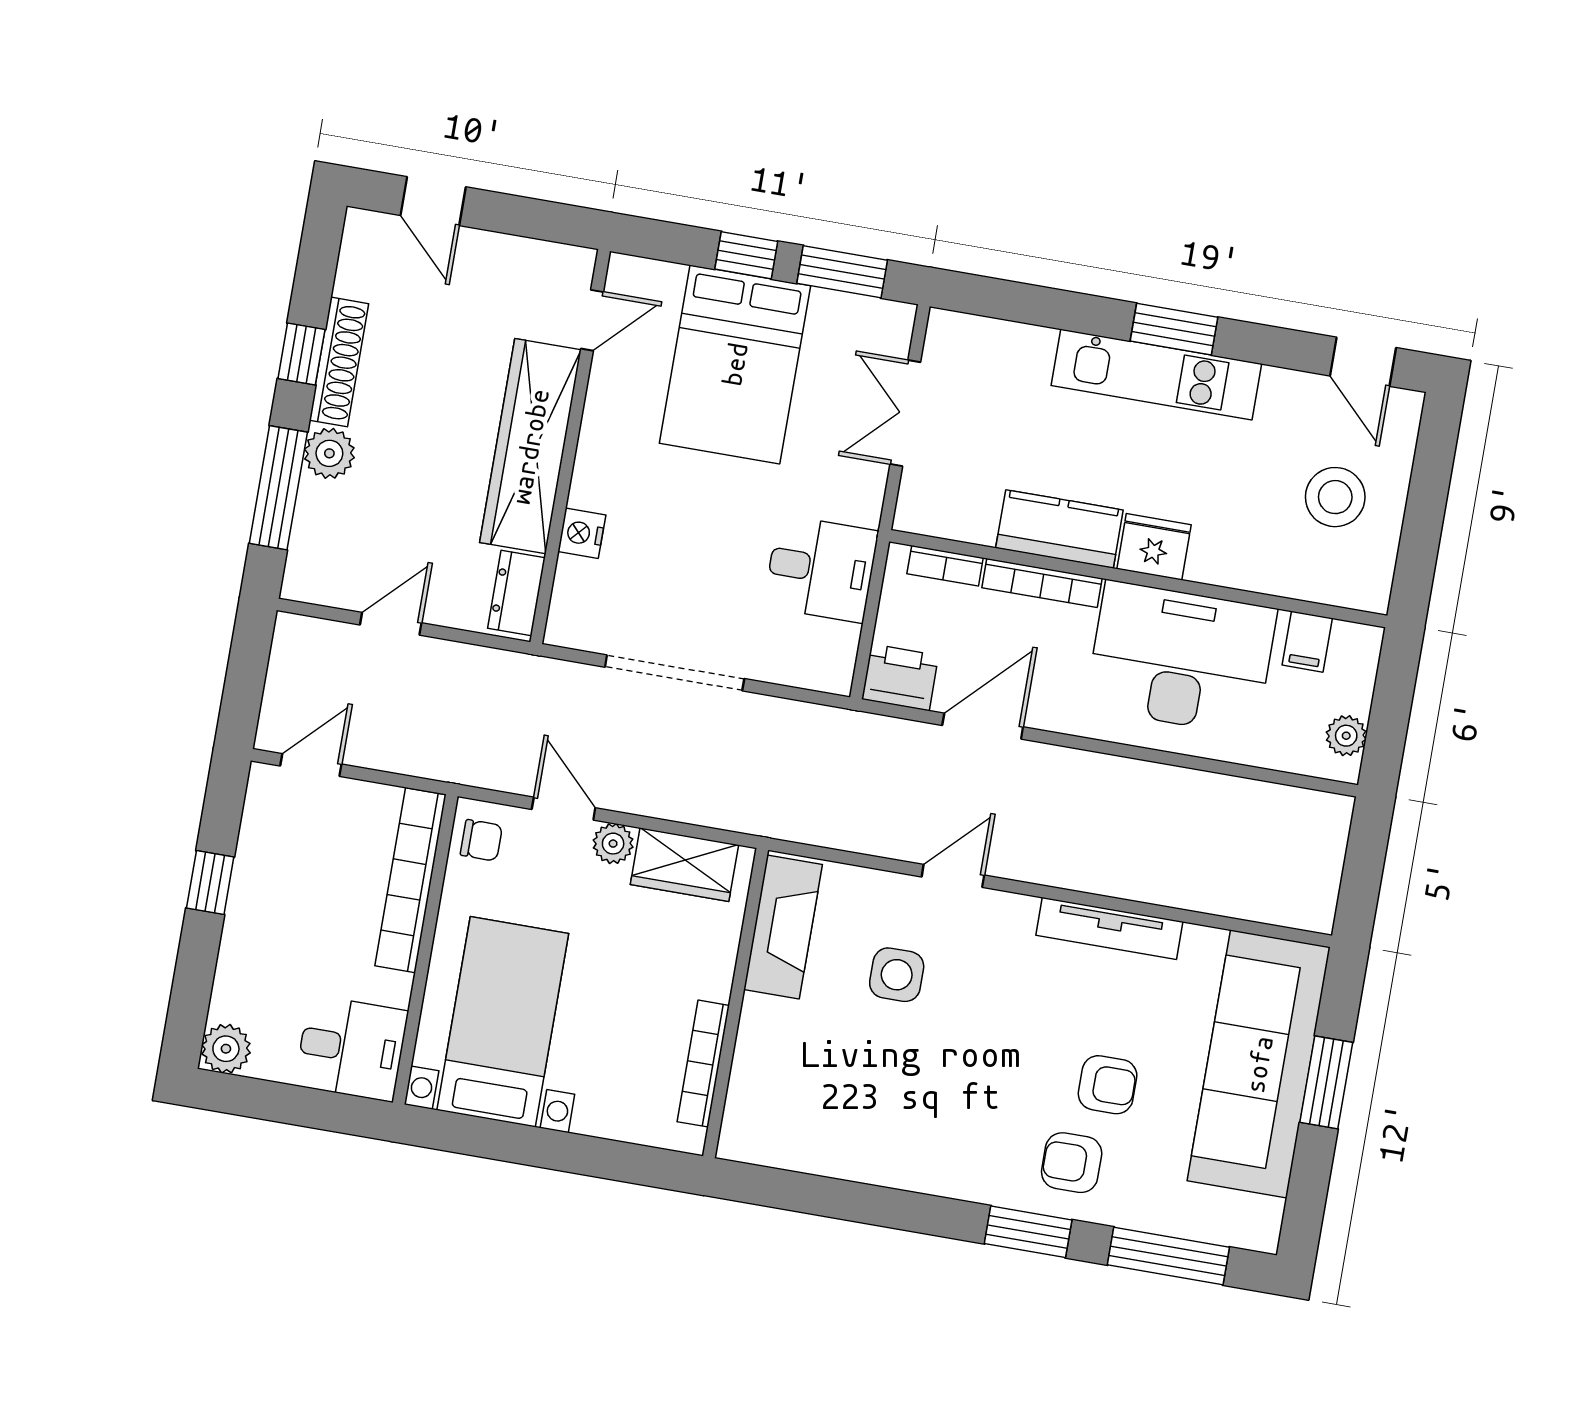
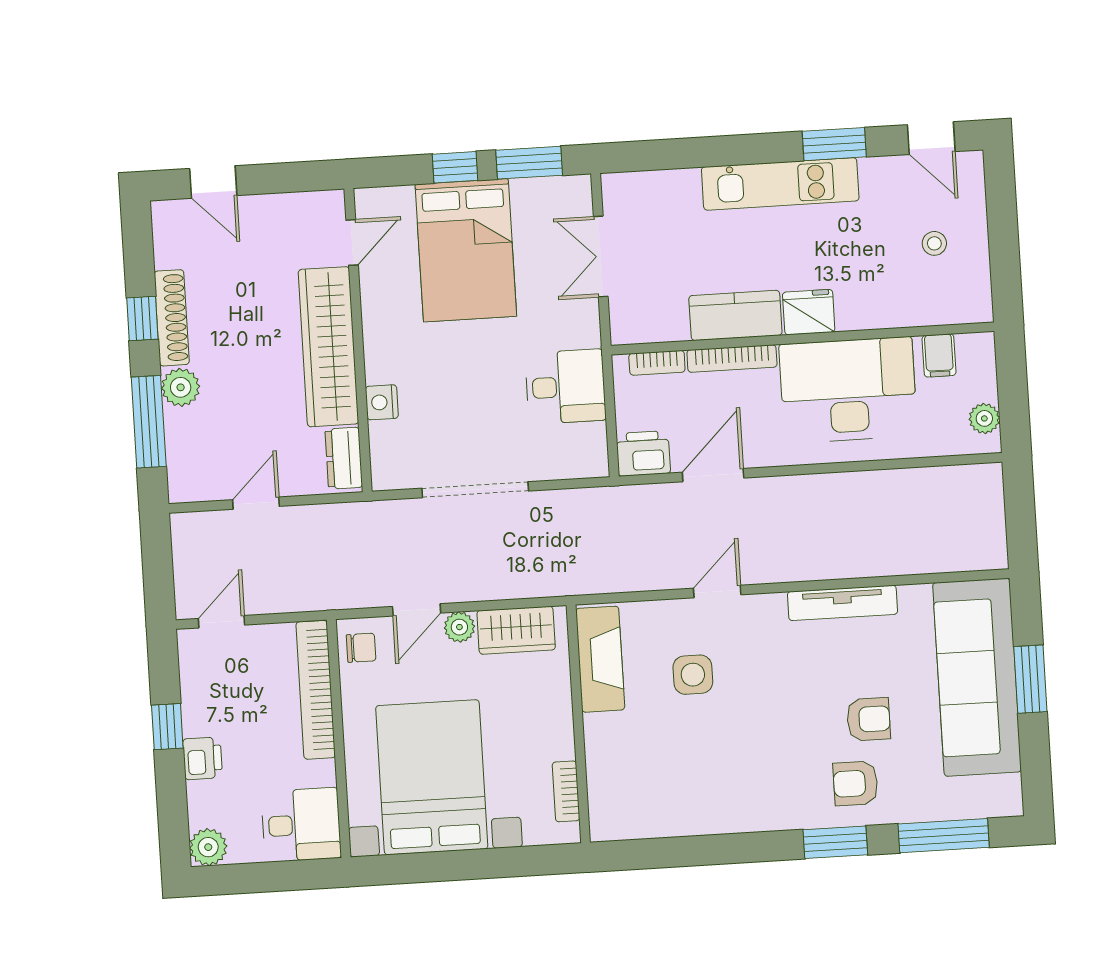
window: (1174, 329) -> (834, 144), moved
stool: (1335, 497) -> (934, 243), width x0.53, depth x0.53
door: (564, 809) -> (417, 610), swing flipped
printer: (246, 934) -> (203, 758), added
bed with nightstands: (503, 1022) -> (432, 777), width x1.36
bookcase: (703, 1064) -> (566, 791), width x0.64

